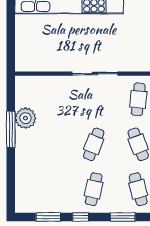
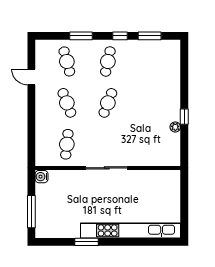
plant: (25, 118) -> (175, 127), width x0.53, depth x0.53
window: (11, 129) -> (184, 117), width x0.46

